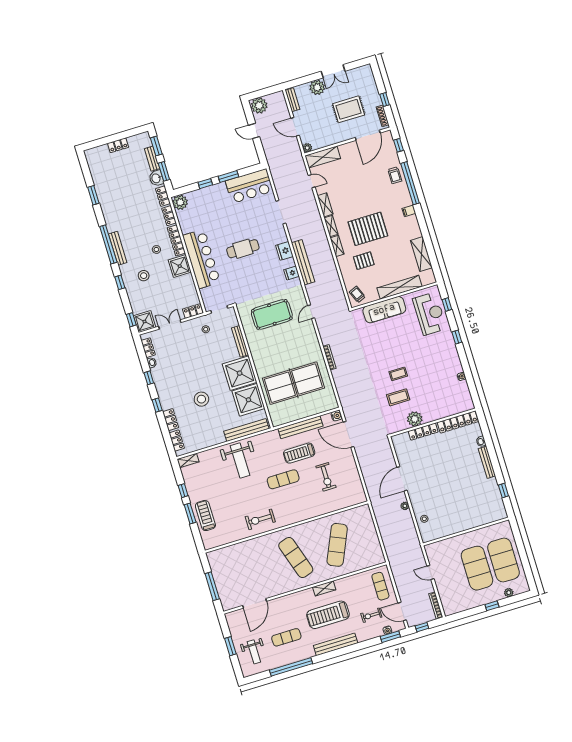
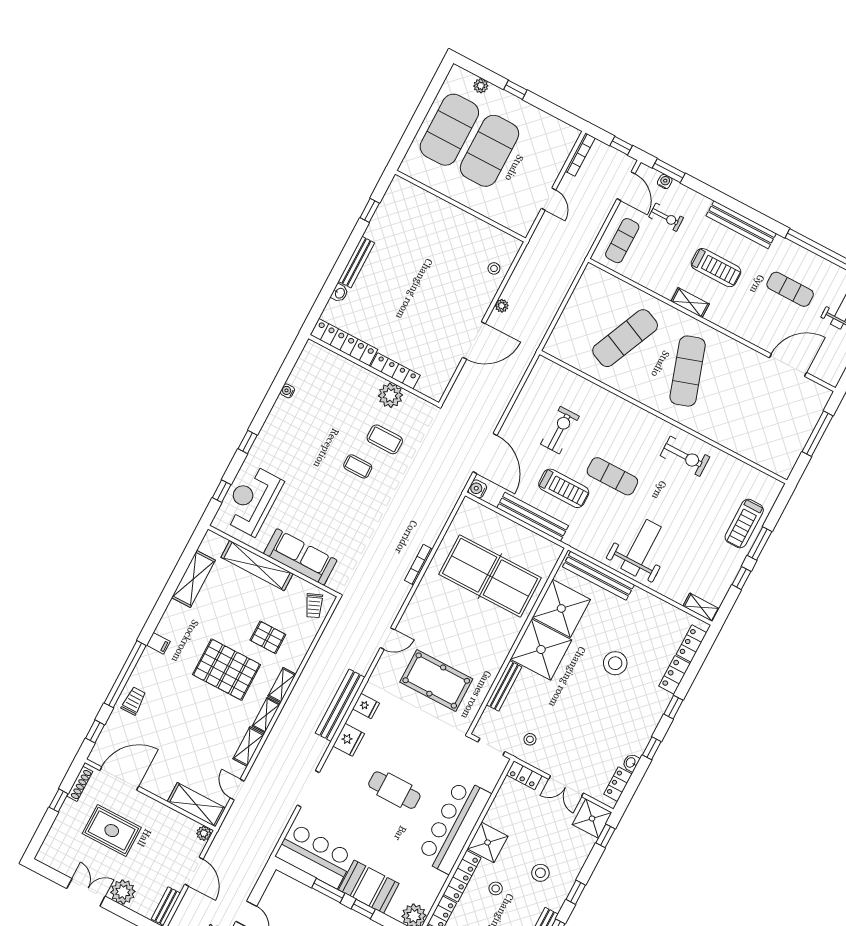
booth: (212, 196) -> (369, 887), added
treadmill: (328, 615) -> (716, 268), width x0.73, depth x0.73

